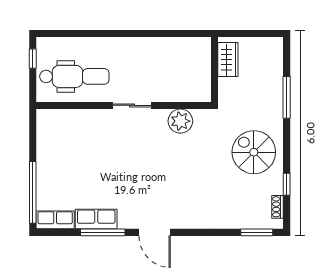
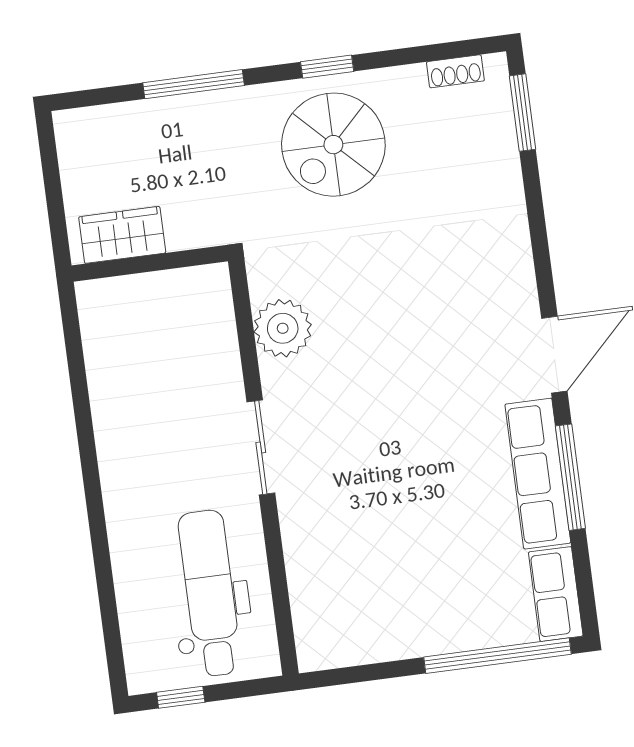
window: (287, 184) -> (327, 67), moved
row of seats: (96, 219) -> (538, 474), width x1.48

